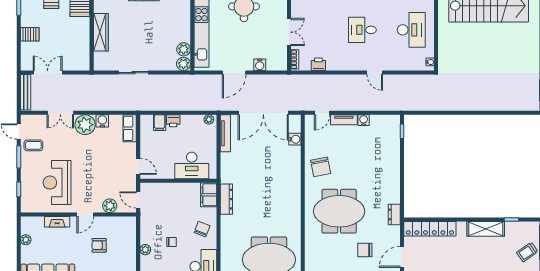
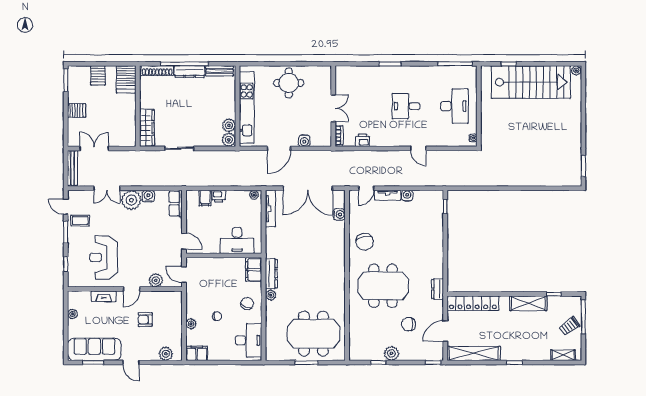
wardrobe: (101, 32) -> (147, 128), moved
plant: (226, 221) -> (271, 295), added

